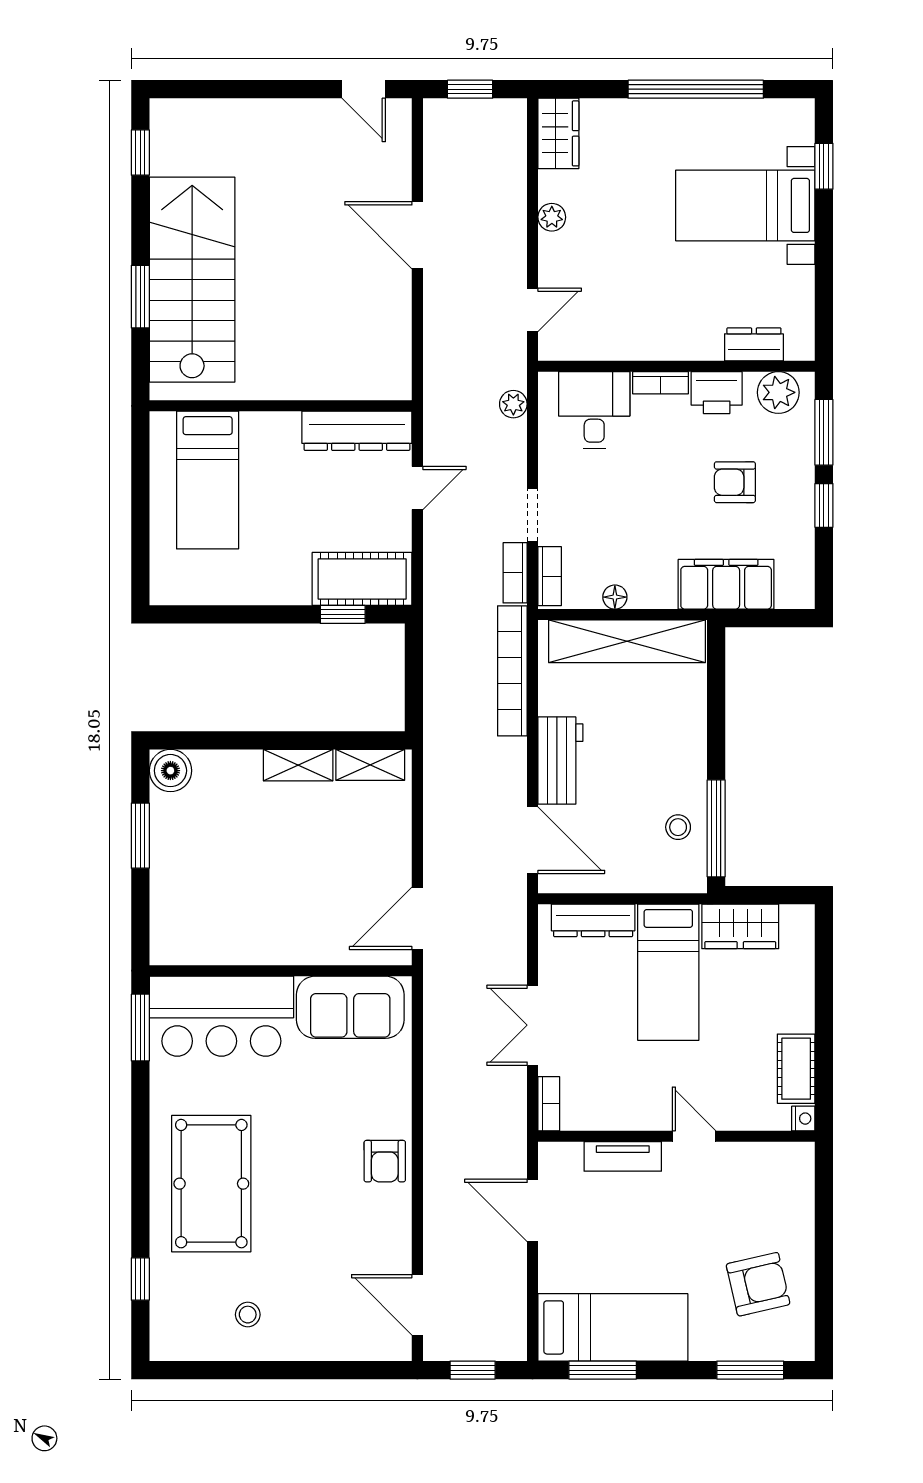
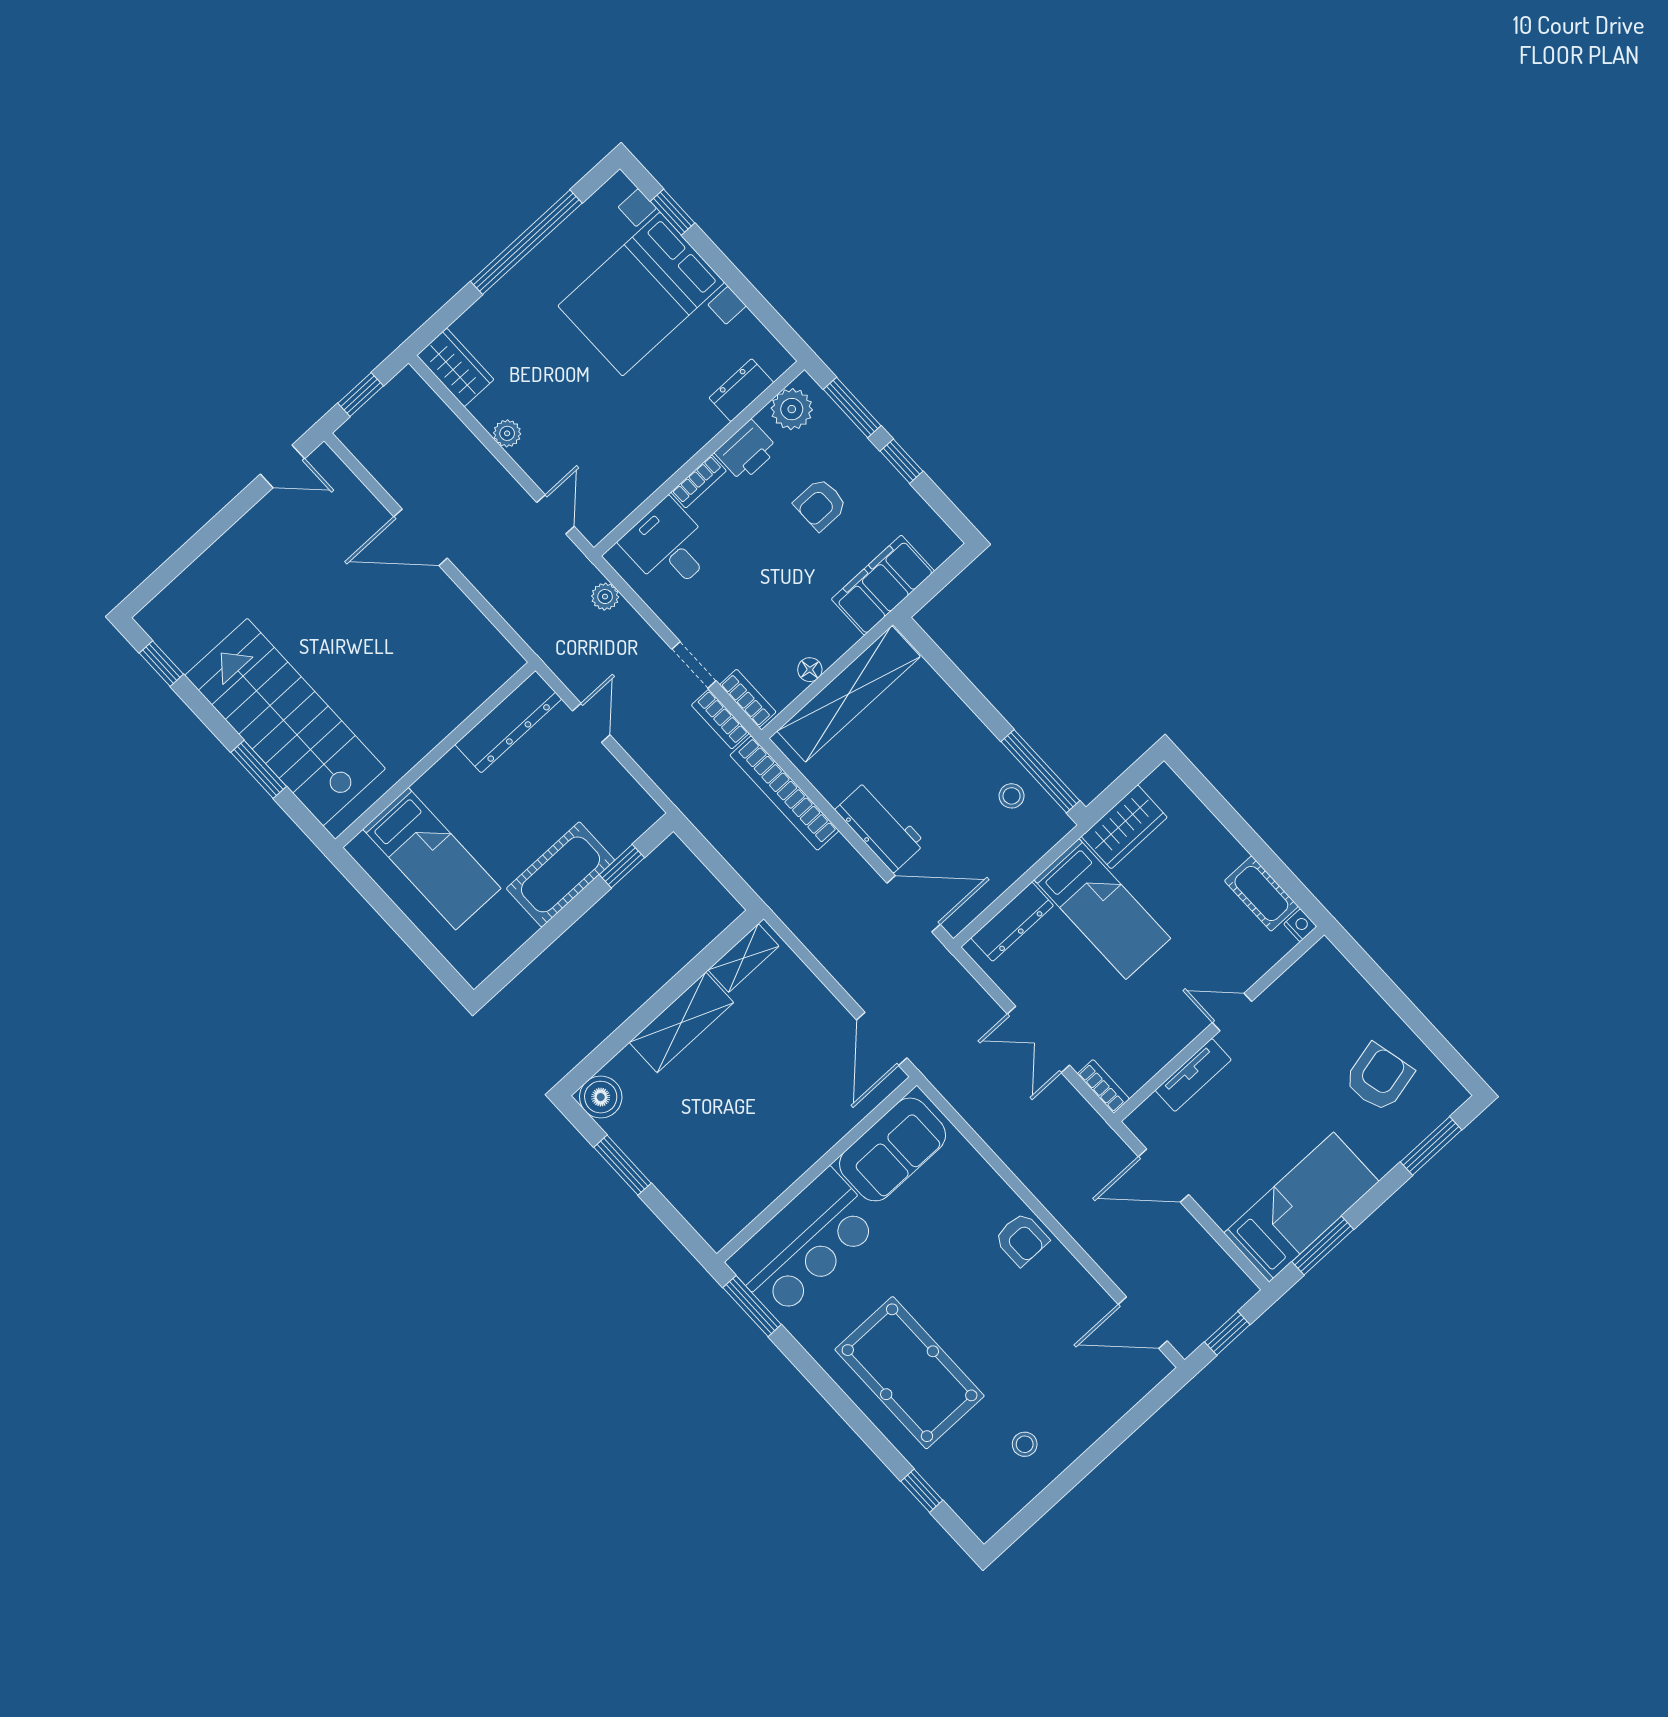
bed with nightstands: (745, 205) -> (641, 294), width x1.36
cot: (362, 579) -> (561, 874), moved
shelving: (298, 765) -> (681, 1022), width x1.50, depth x1.33

